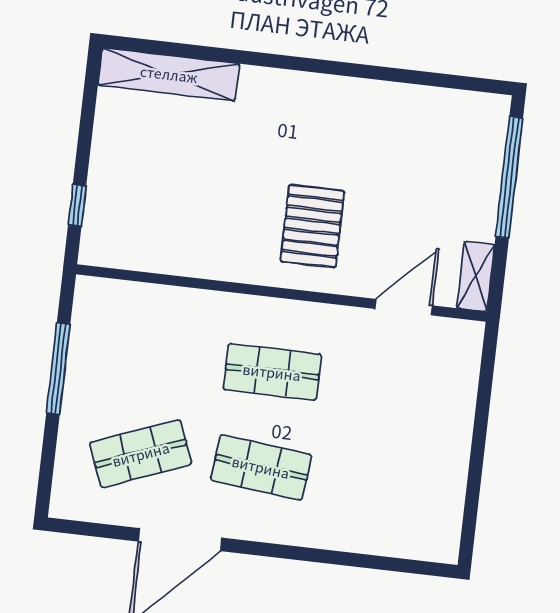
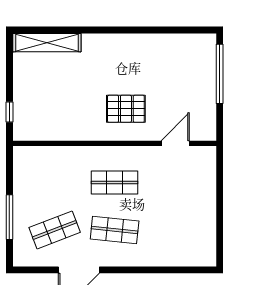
pallet: (312, 226) -> (126, 109), turned 90
shelving: (476, 276) -> (209, 124), removed
window: (58, 369) -> (9, 217), moved

